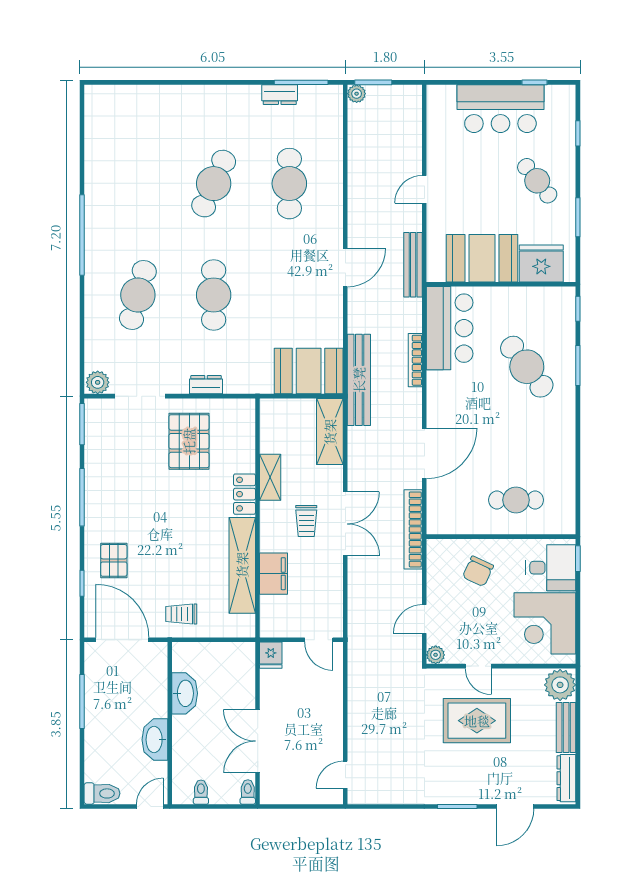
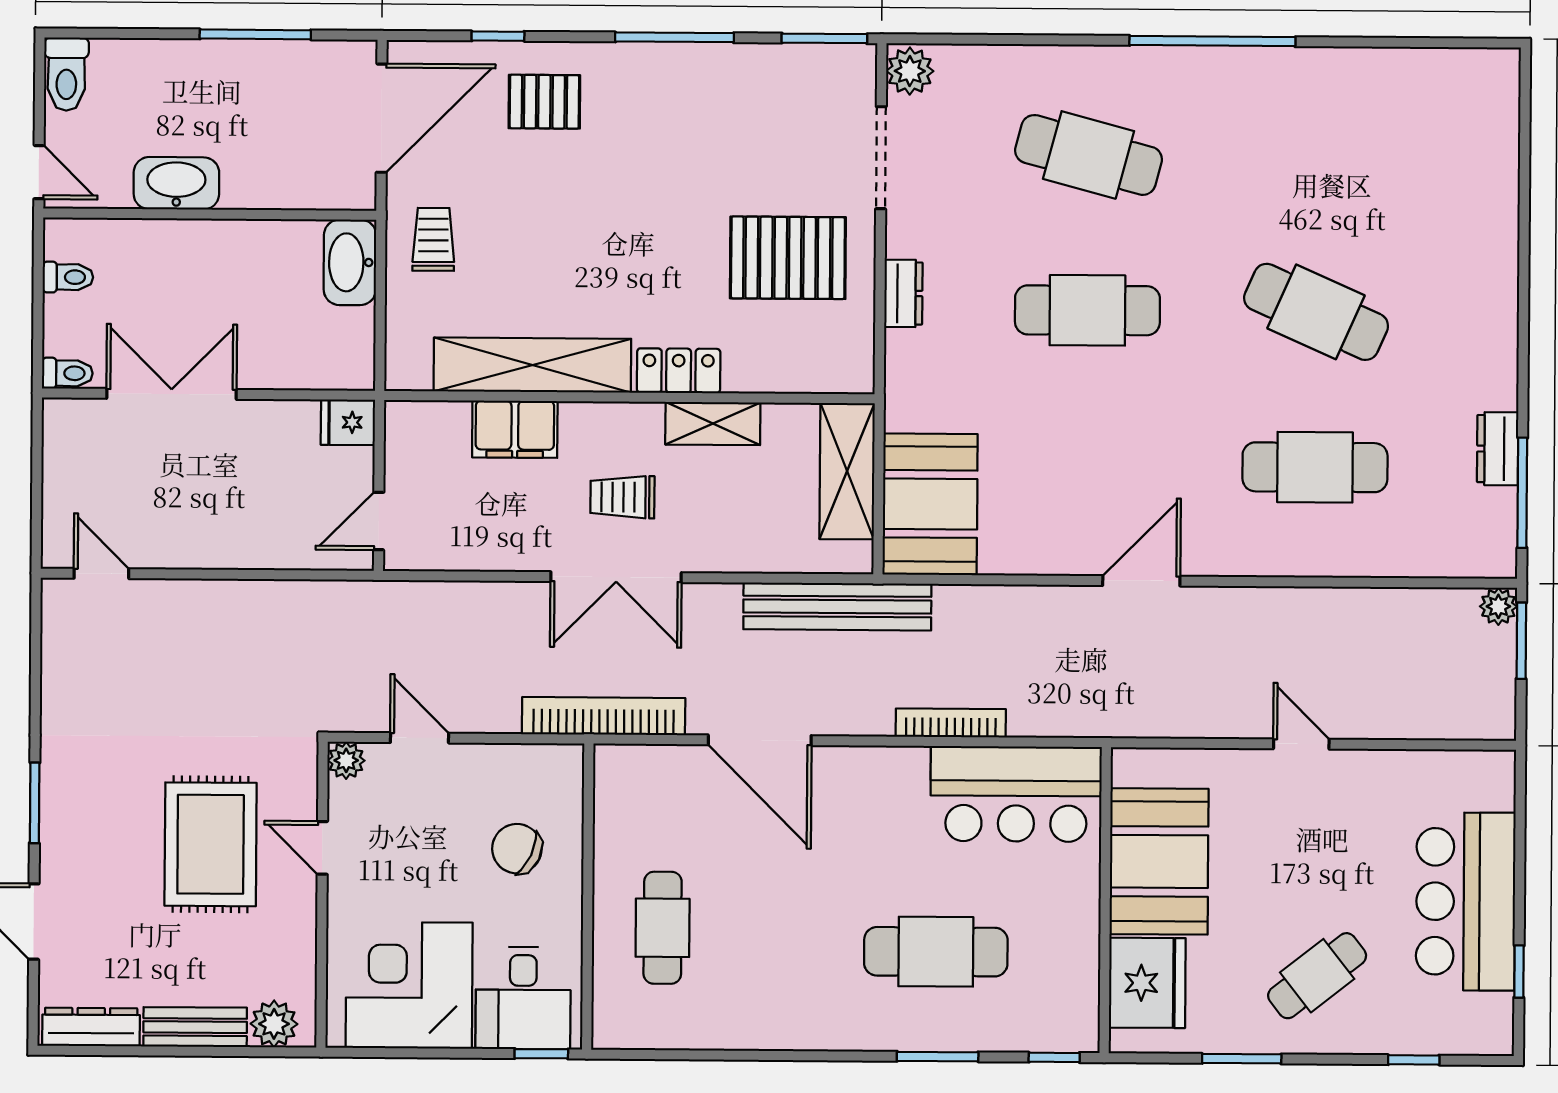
bench: (413, 265) -> (1147, 720), removed
door: (345, 268) -> (1141, 581), swing flipped
cafe table: (527, 367) -> (936, 952), turned 37
bench: (359, 380) -> (837, 607), moved
shelving: (330, 432) -> (847, 471), moved, turned 90
door: (478, 666) -> (322, 848), hinge flipped
plant: (560, 685) -> (274, 1024), width x0.73, depth x0.73
washbasin: (185, 693) -> (350, 262), moved, turned 90

